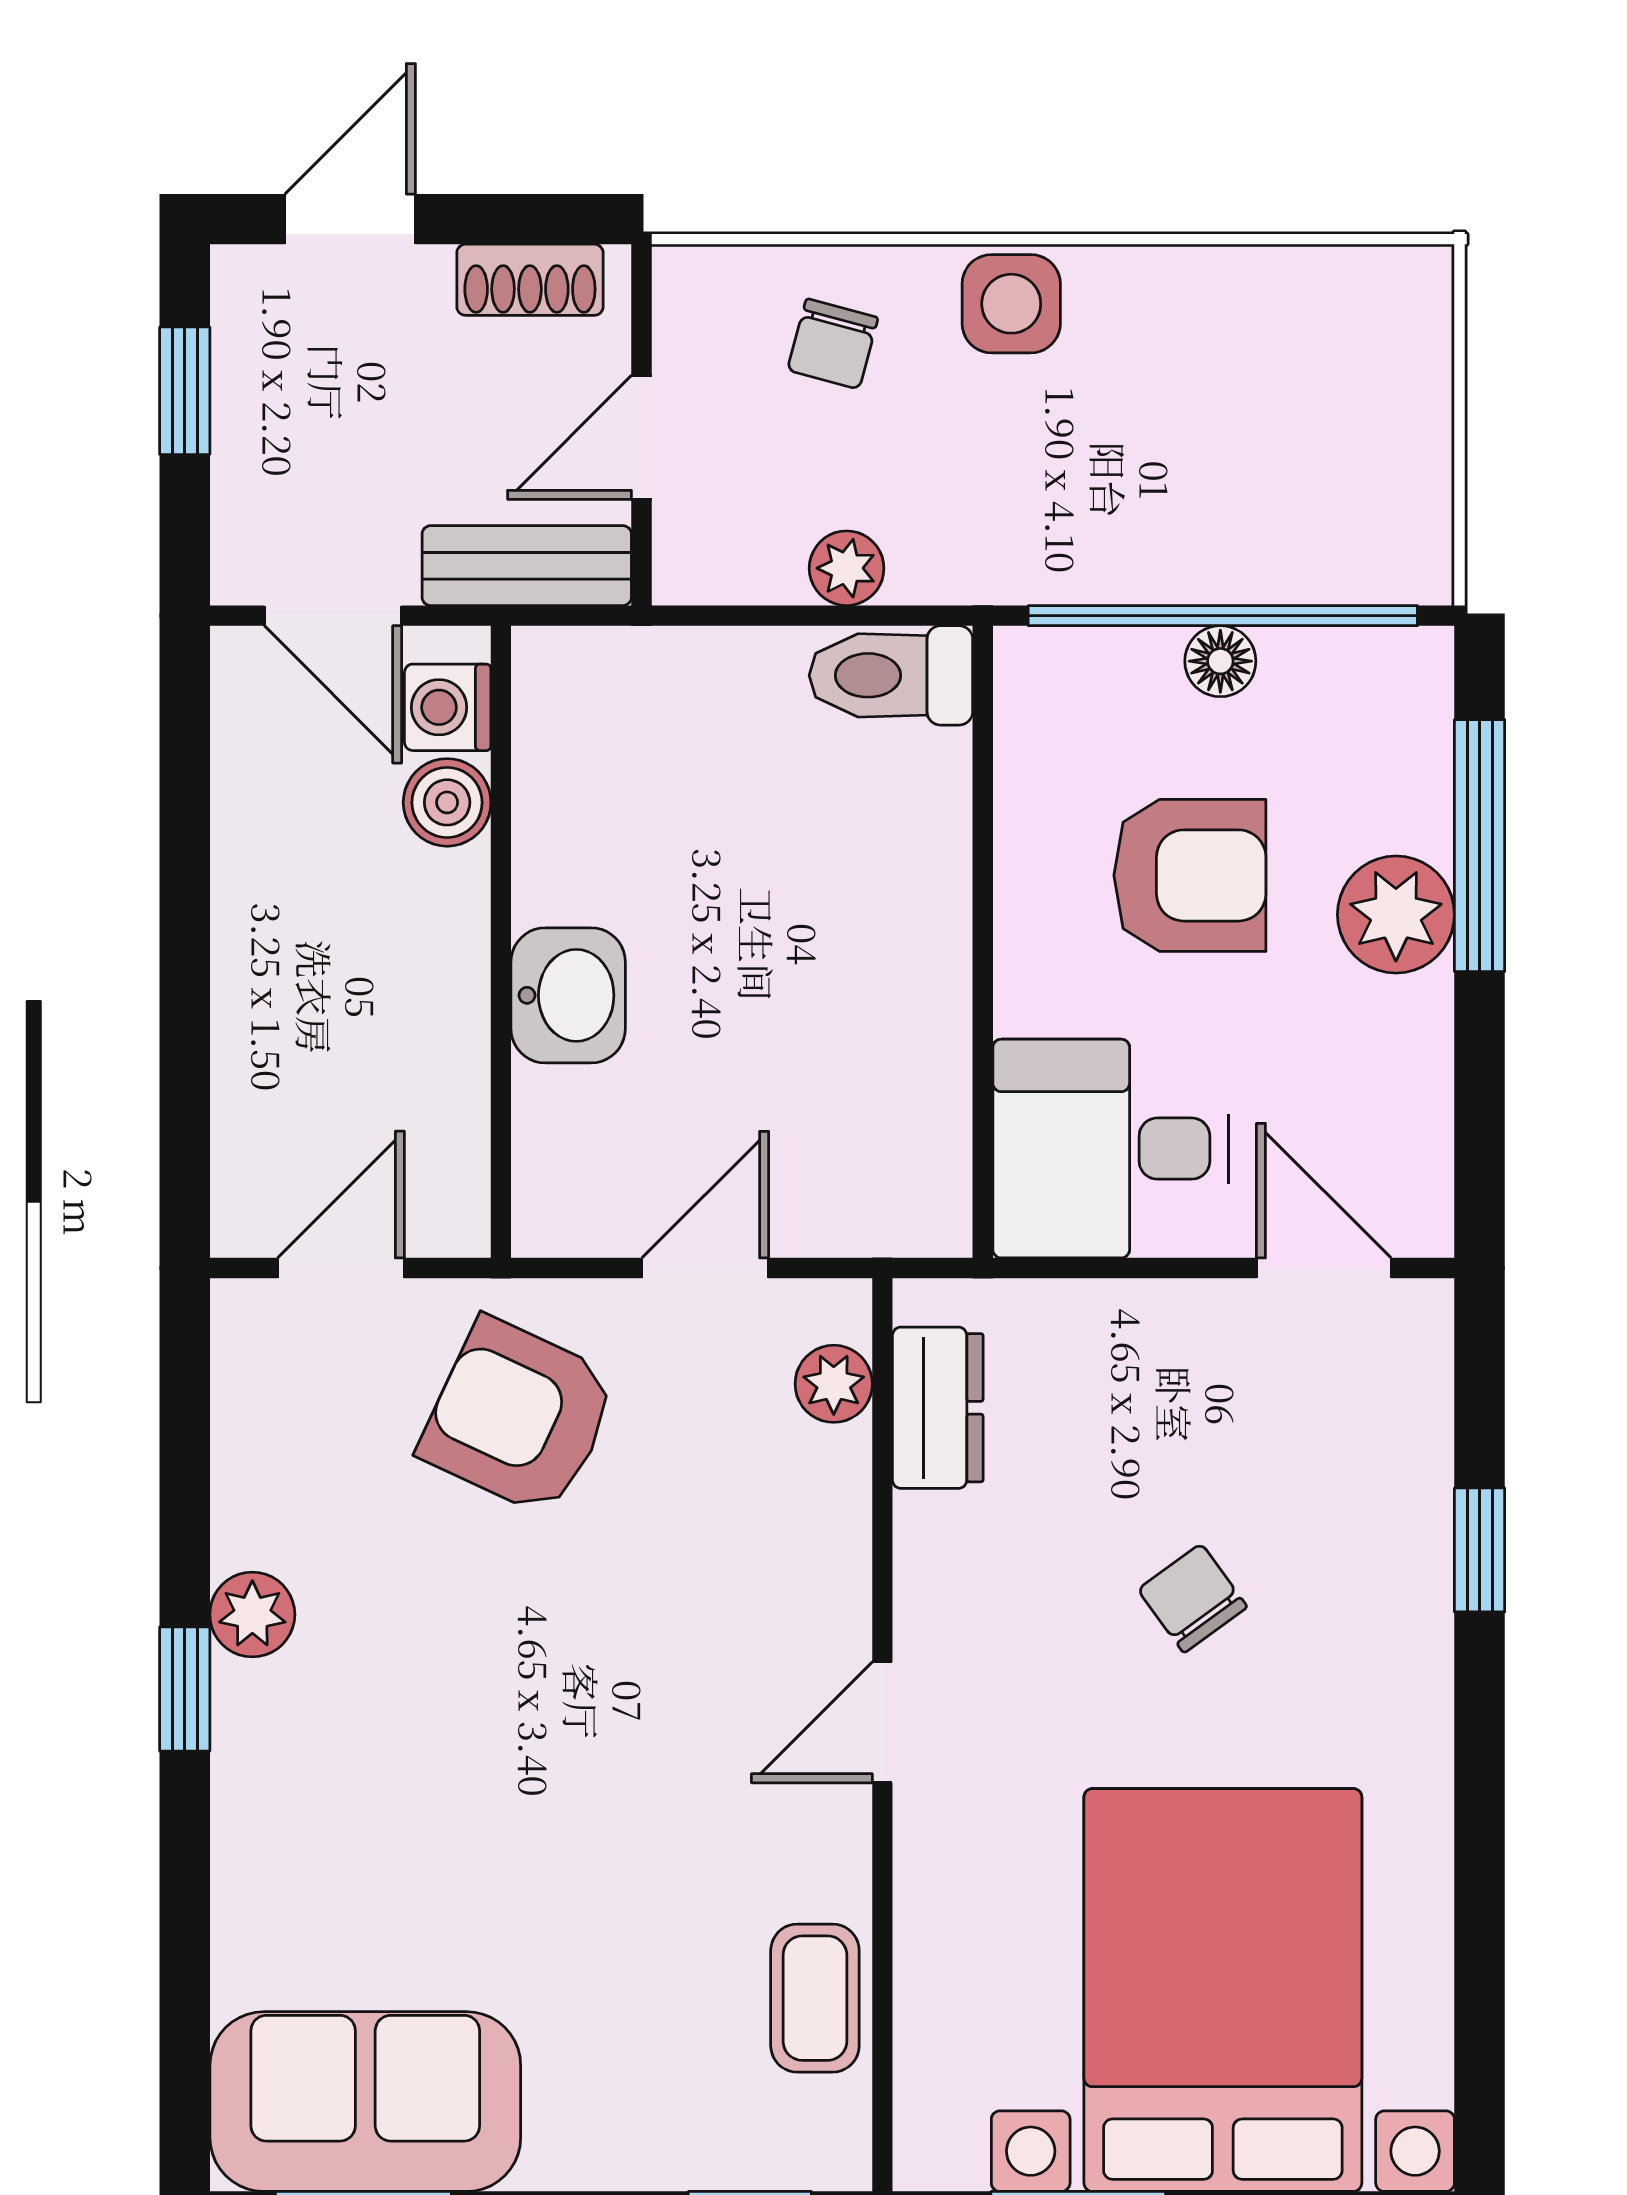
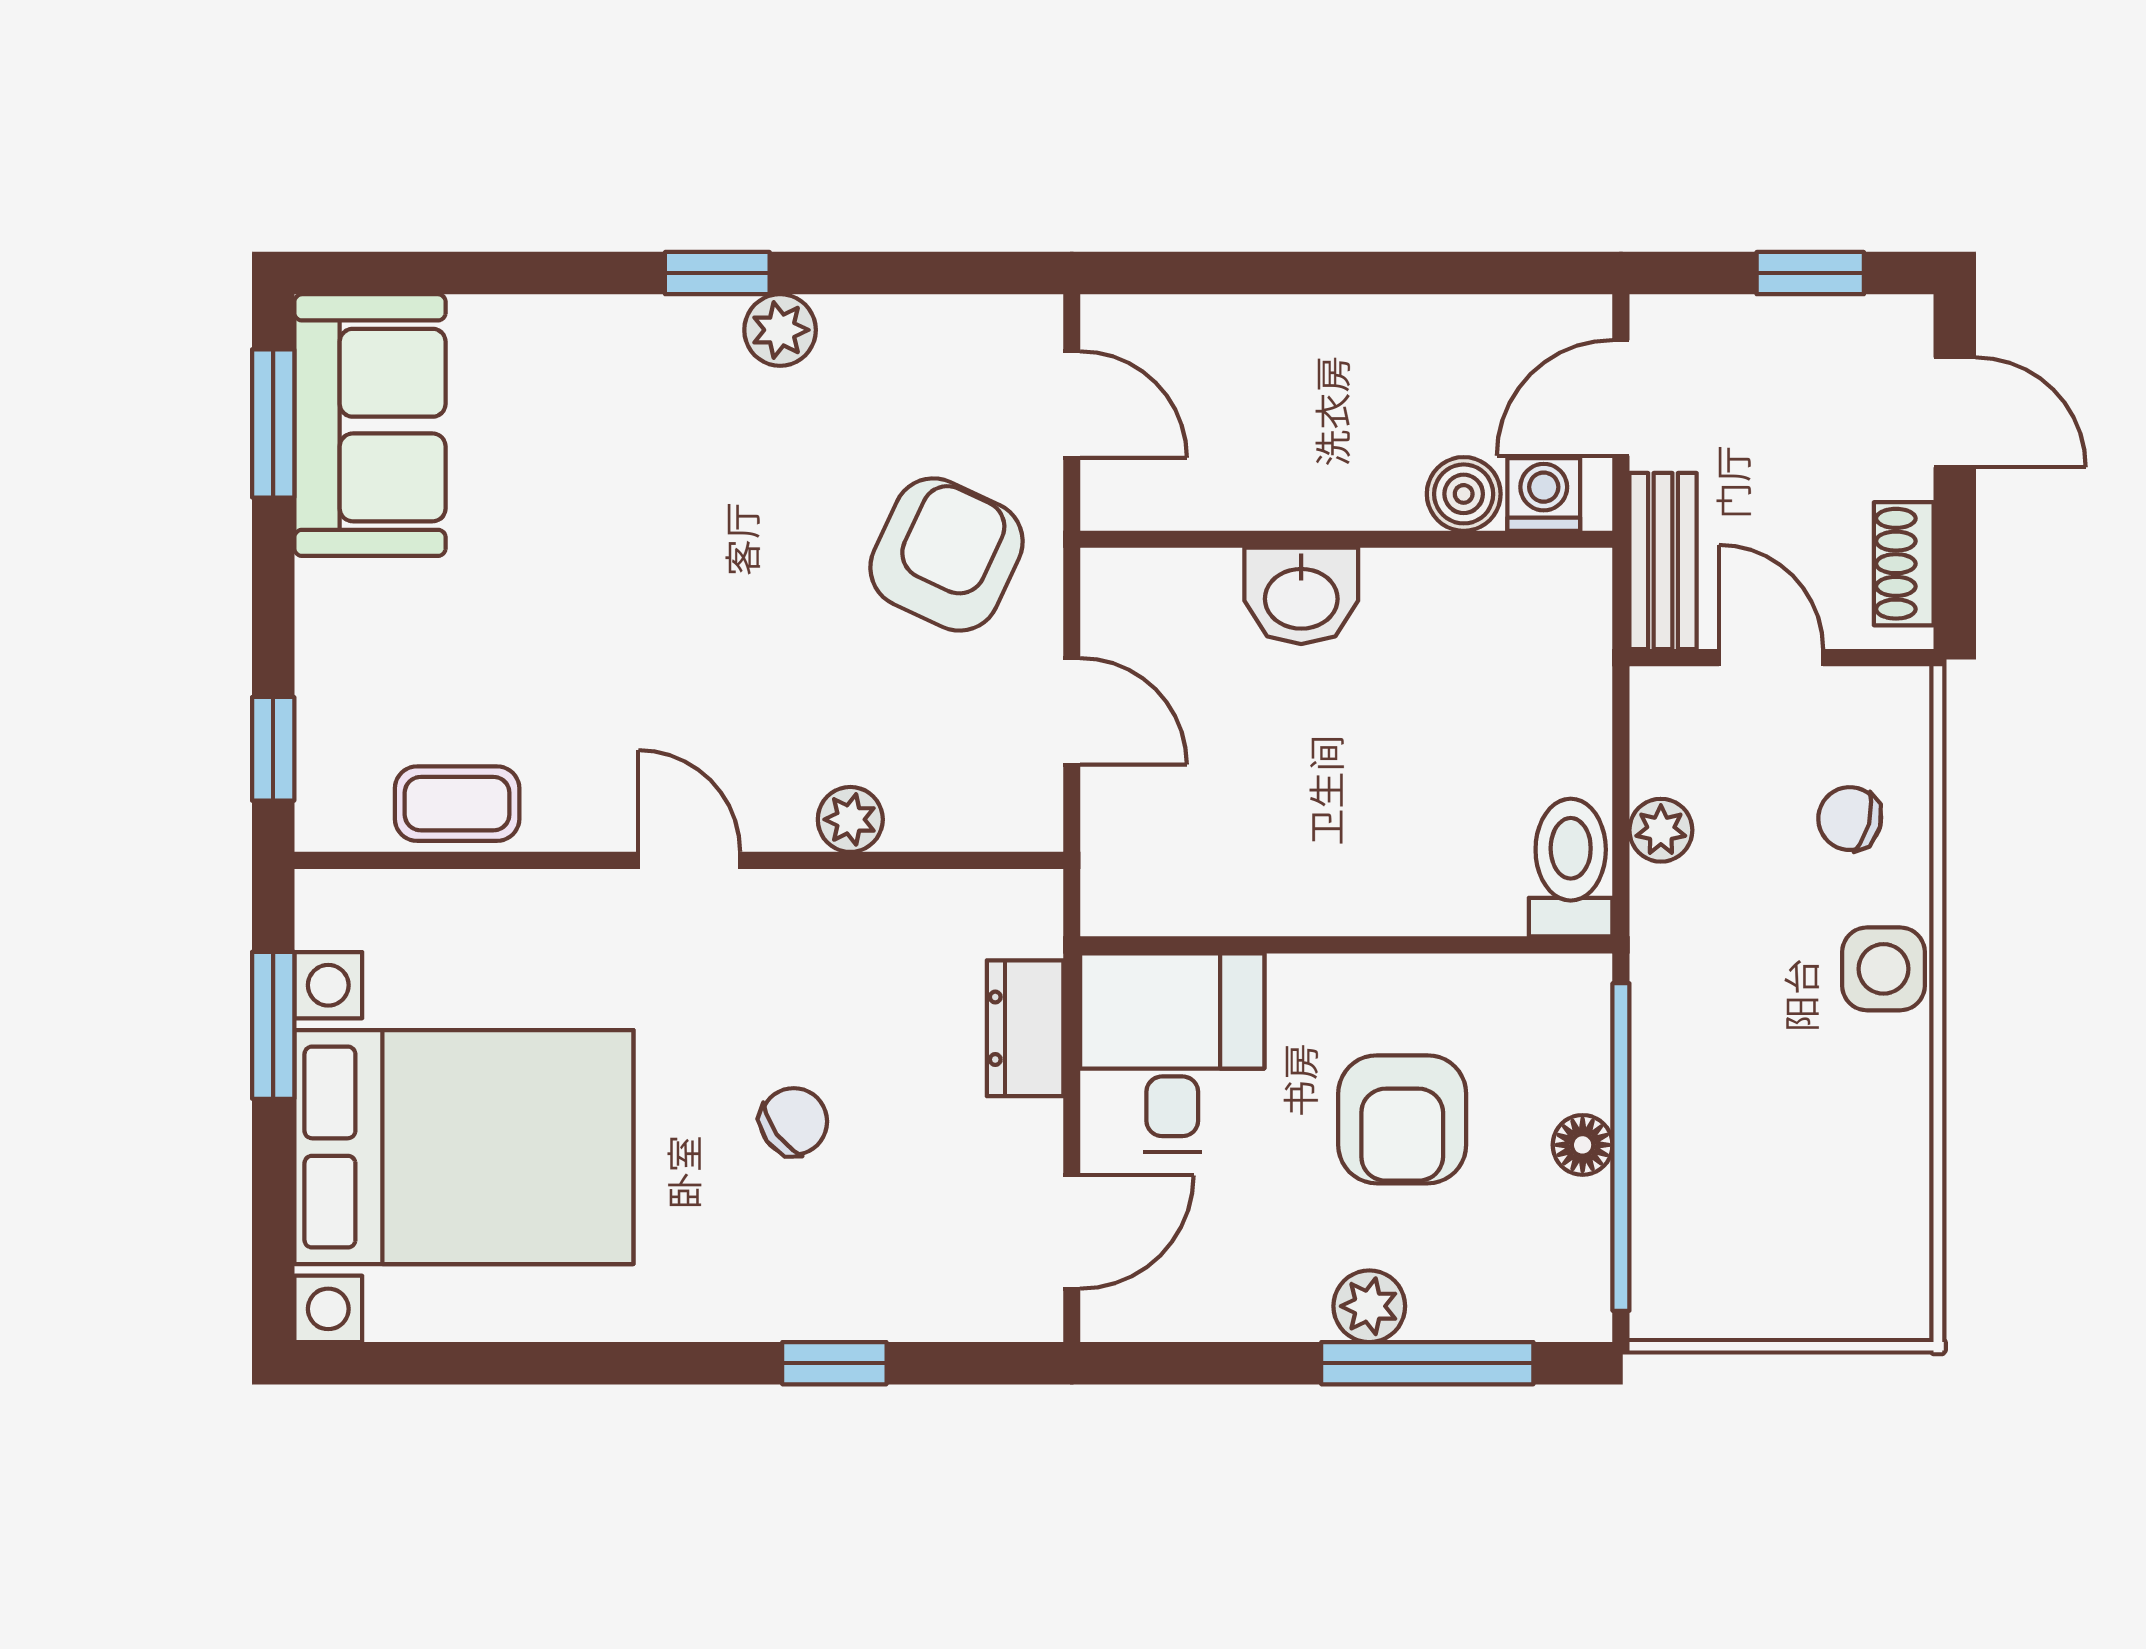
plant: (1396, 915) -> (1369, 1306), width x0.73, depth x0.73
plant: (834, 1384) -> (850, 819), moved
dresser: (938, 1408) -> (1025, 1028), moved, turned 90

